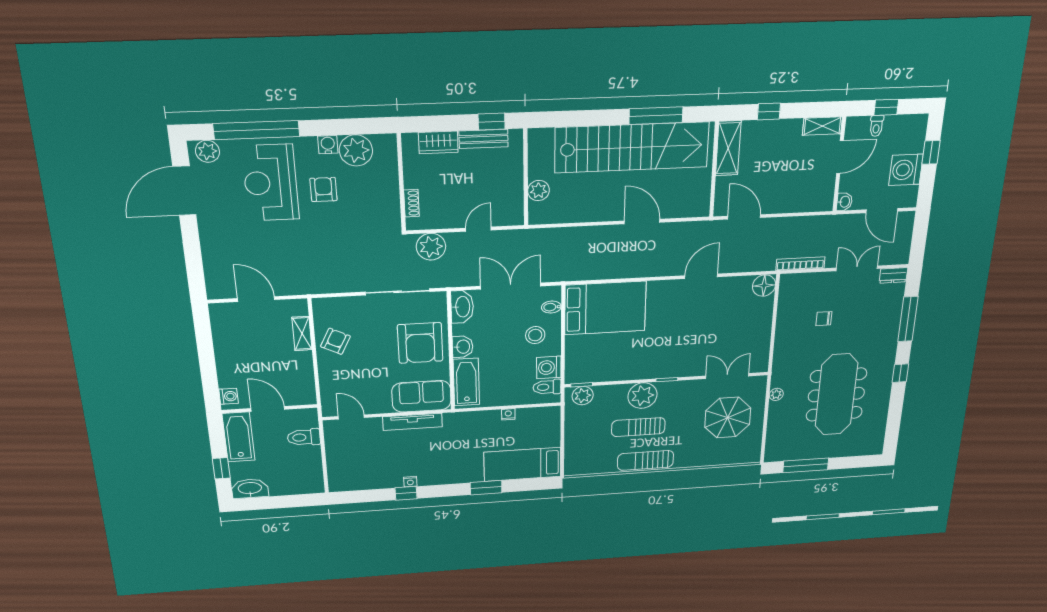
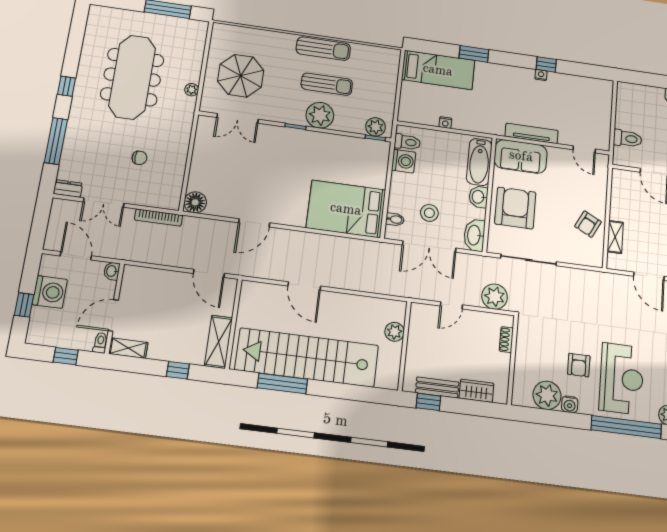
toilet: (876, 126) -> (100, 343), moved
stool: (535, 335) -> (429, 213), moved

